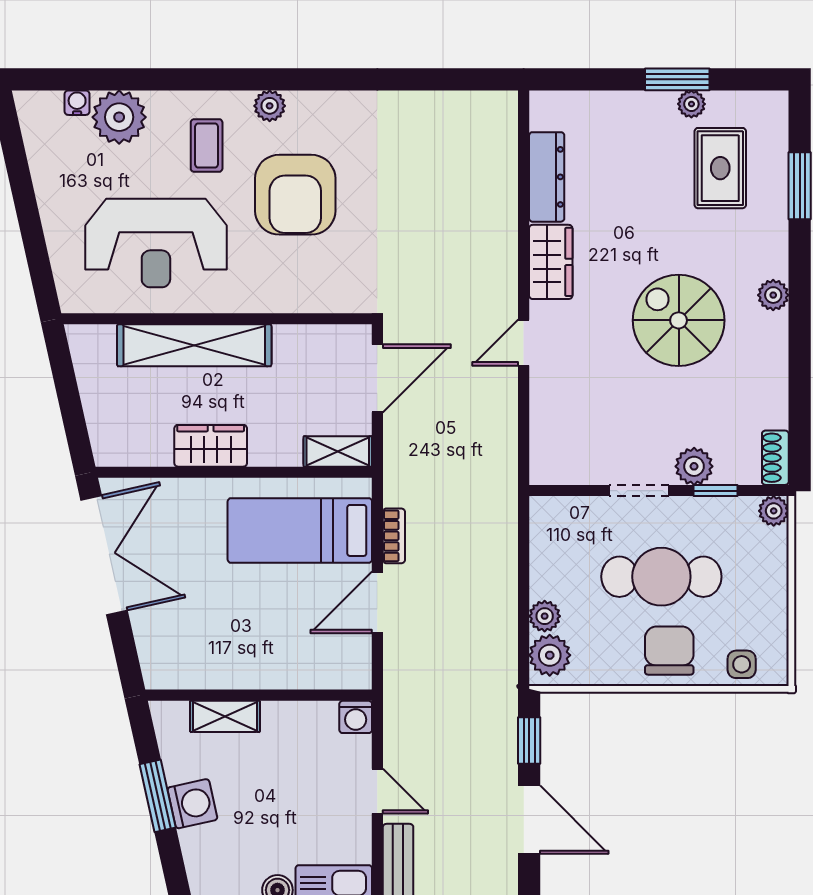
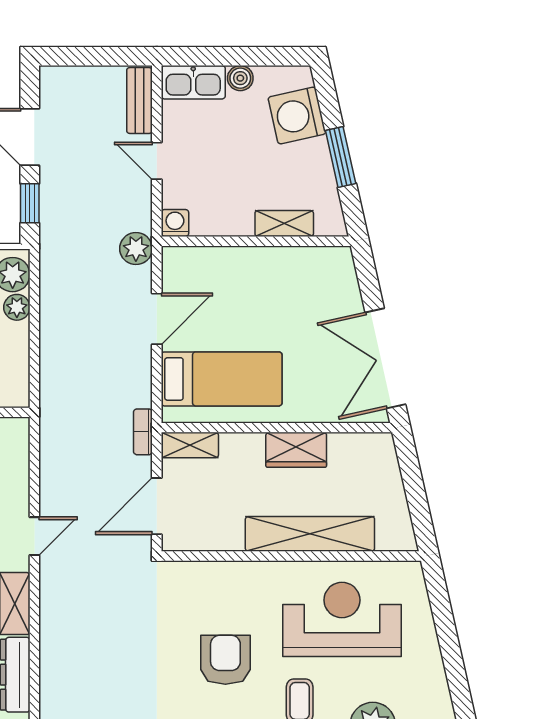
armchair: (295, 195) -> (225, 660), width x0.73, depth x0.73
bookcase: (394, 536) -> (143, 432), moved
plant: (402, 686) -> (136, 249), added
washing machine: (192, 804) -> (297, 116), moved, width x1.37, depth x1.37

